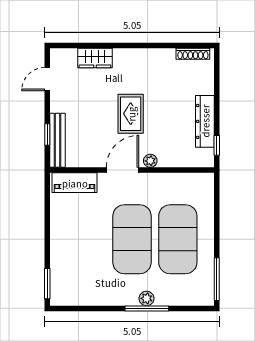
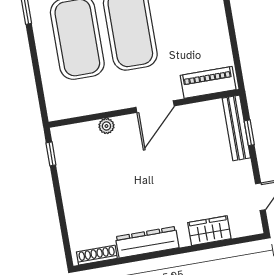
rug: (131, 114) -> (157, 173), removed
dresser: (205, 121) -> (147, 242), moved, turned -90
plant: (150, 161) -> (106, 126), moved

